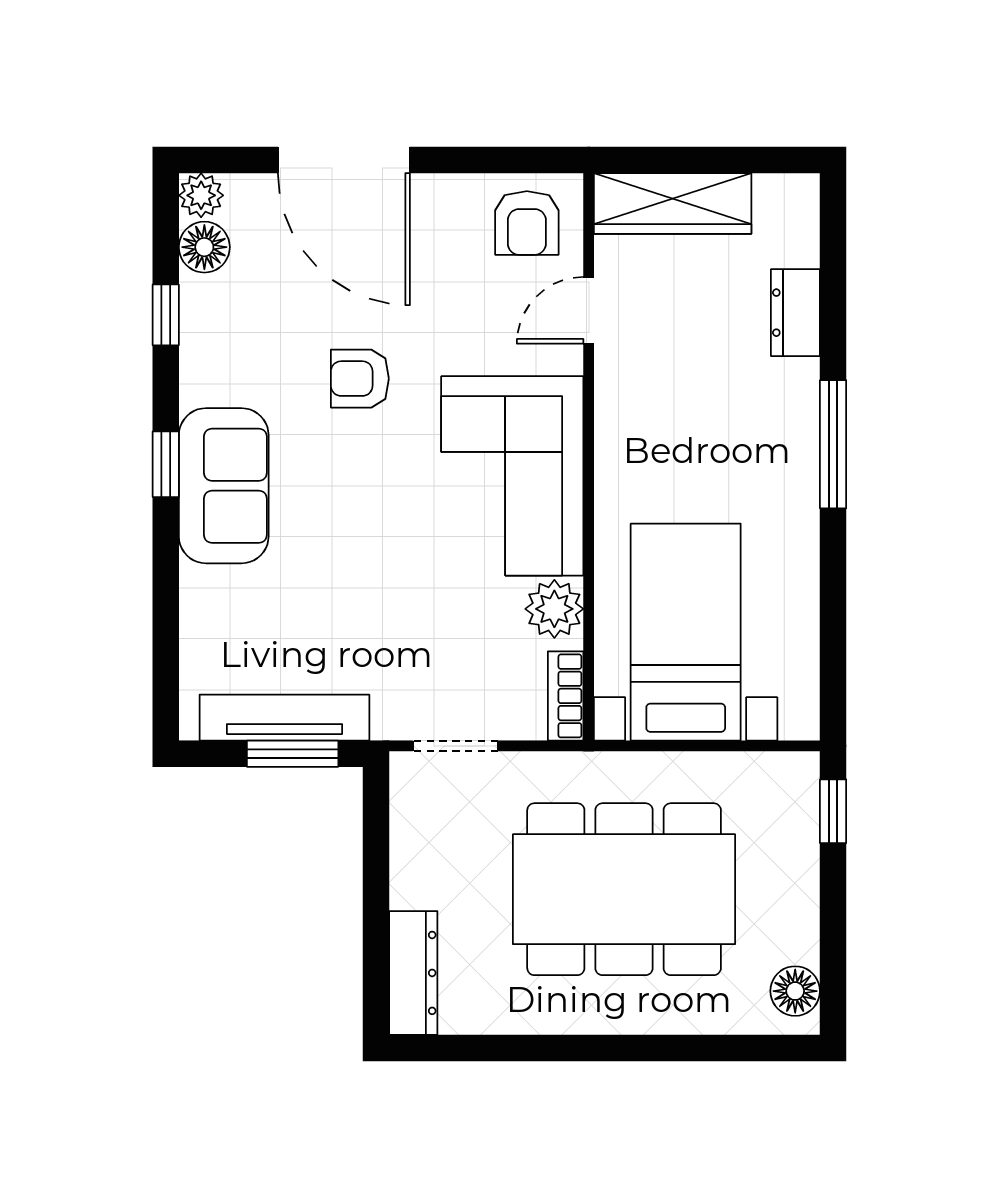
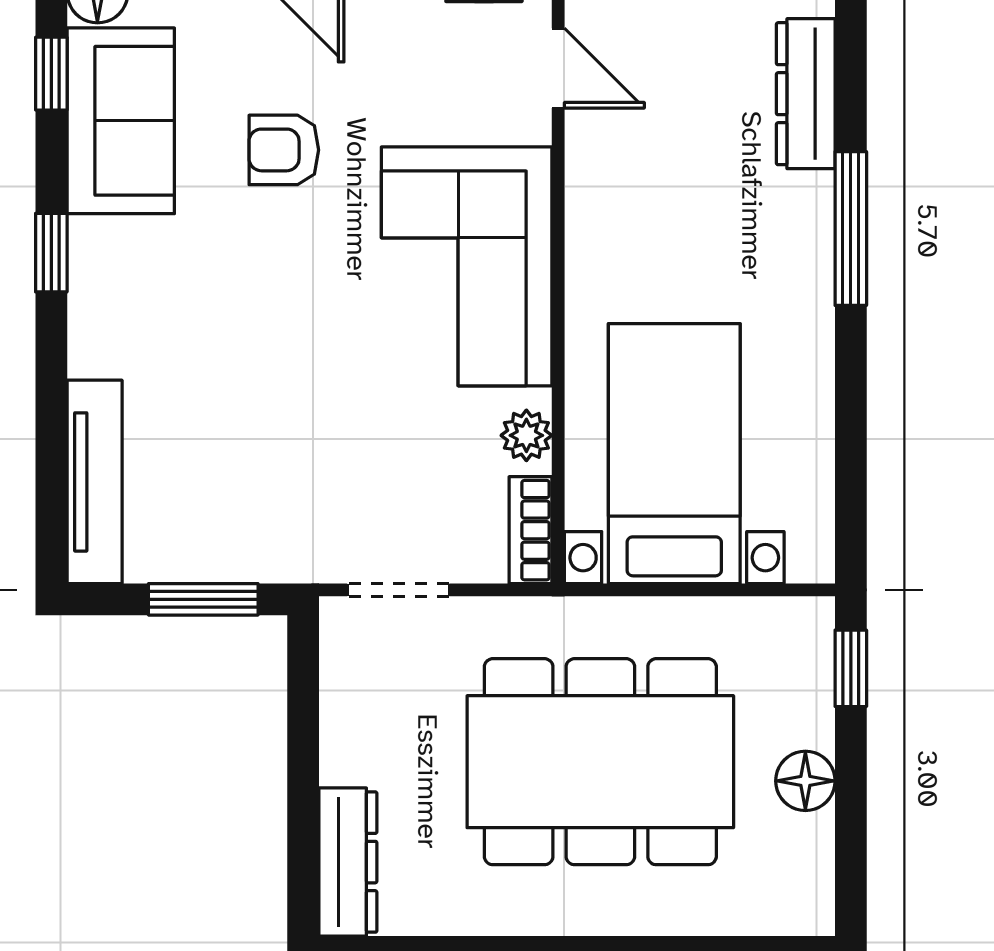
door: (589, 310) -> (558, 68), swing flipped
dresser: (795, 313) -> (806, 94), width x1.44
sofa: (224, 486) -> (121, 121), moved
plant: (554, 609) -> (526, 435), width x0.73, depth x0.73
tv unit: (284, 718) -> (95, 482), moved, turned 90
floor lamp: (795, 991) -> (805, 781), moved

